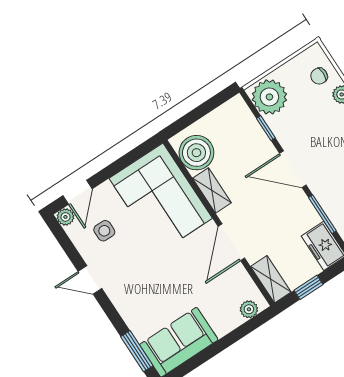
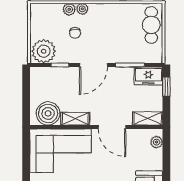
chair: (319, 76) -> (75, 33), moved
window: (309, 287) -> (166, 87), moved

